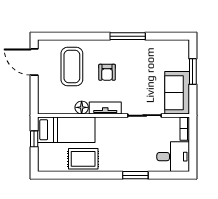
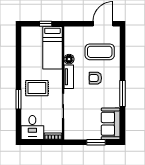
sofa: (177, 93) -> (111, 124), moved, turned -90
rug: (83, 159) -> (37, 88), moved, turned 90

